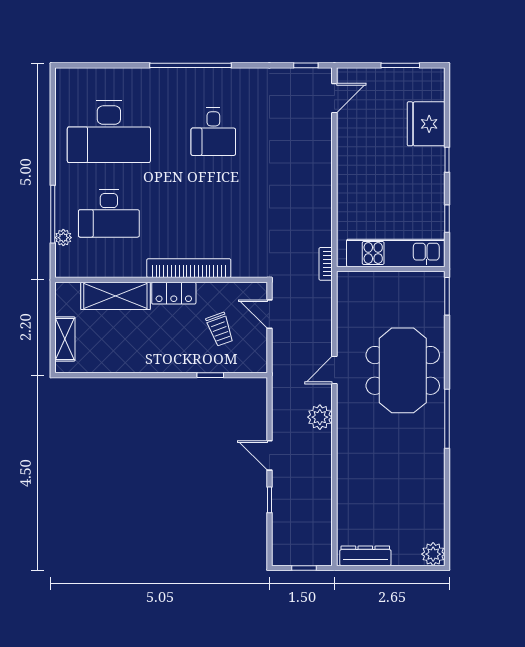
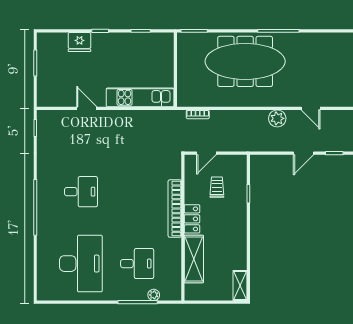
door: (334, 98) -> (87, 108), moved
fridge: (426, 124) -> (79, 42), width x0.73, depth x0.75
desk: (109, 213) -> (137, 264), width x0.73
kitchen unit: (396, 253) -> (140, 97), moved, turned 90
bookcase: (326, 264) -> (198, 114), moved
trolley: (220, 329) -> (217, 187), turned -70
shelving: (65, 339) -> (240, 285), moved, turned 90
door: (334, 370) -> (311, 108), moved
meeting table: (403, 370) -> (245, 61), width x1.36

